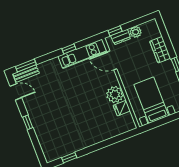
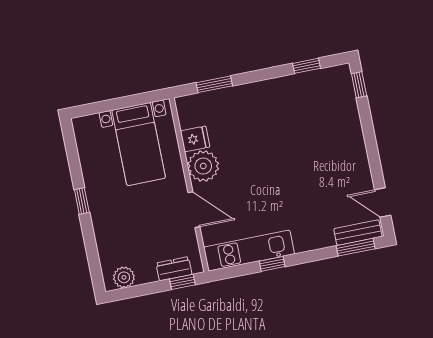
plant: (136, 32) -> (124, 277), moved
wardrobe: (160, 50) -> (106, 233), removed
door: (112, 60) -> (194, 210), moved
window: (28, 122) -> (359, 85), moved
window: (117, 139) -> (214, 84), added

